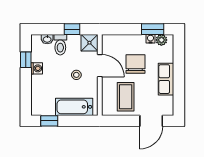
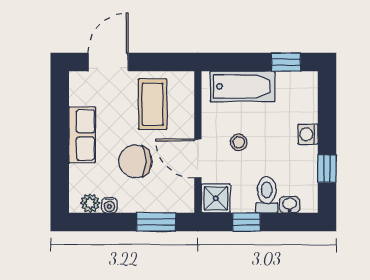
window: (153, 29) -> (156, 222), moved
chair: (136, 64) -> (135, 161), turned 90
washing machine: (37, 68) -> (308, 134), moved

